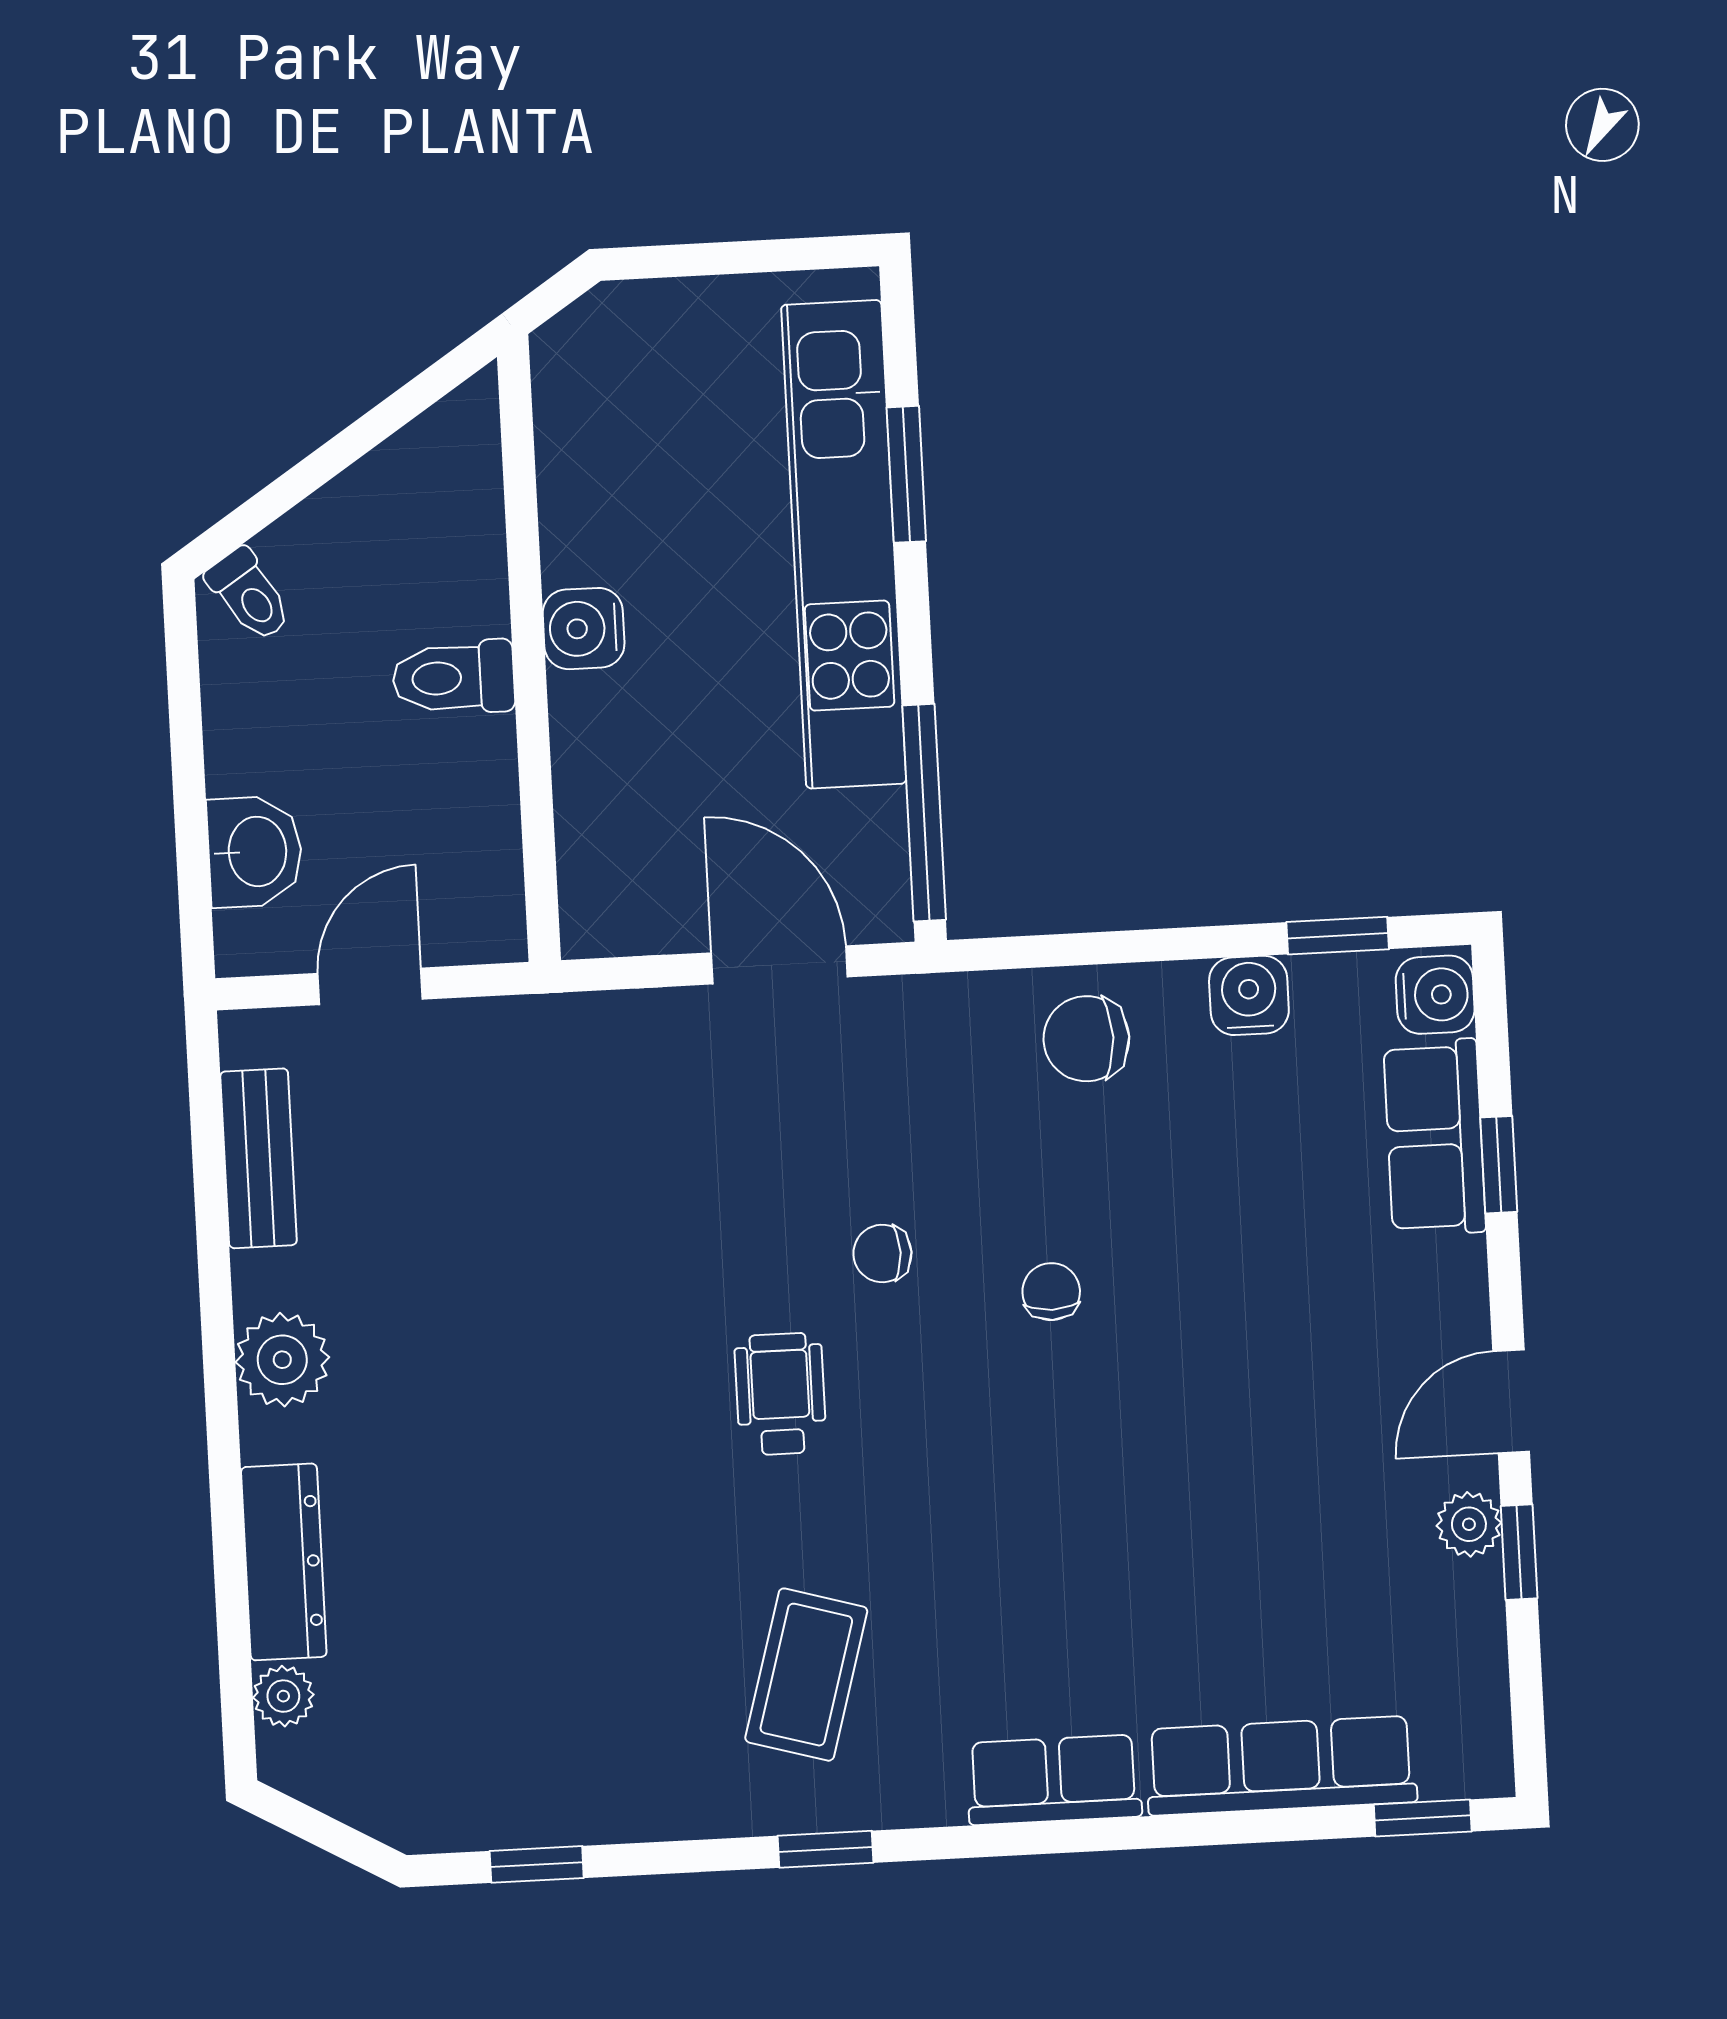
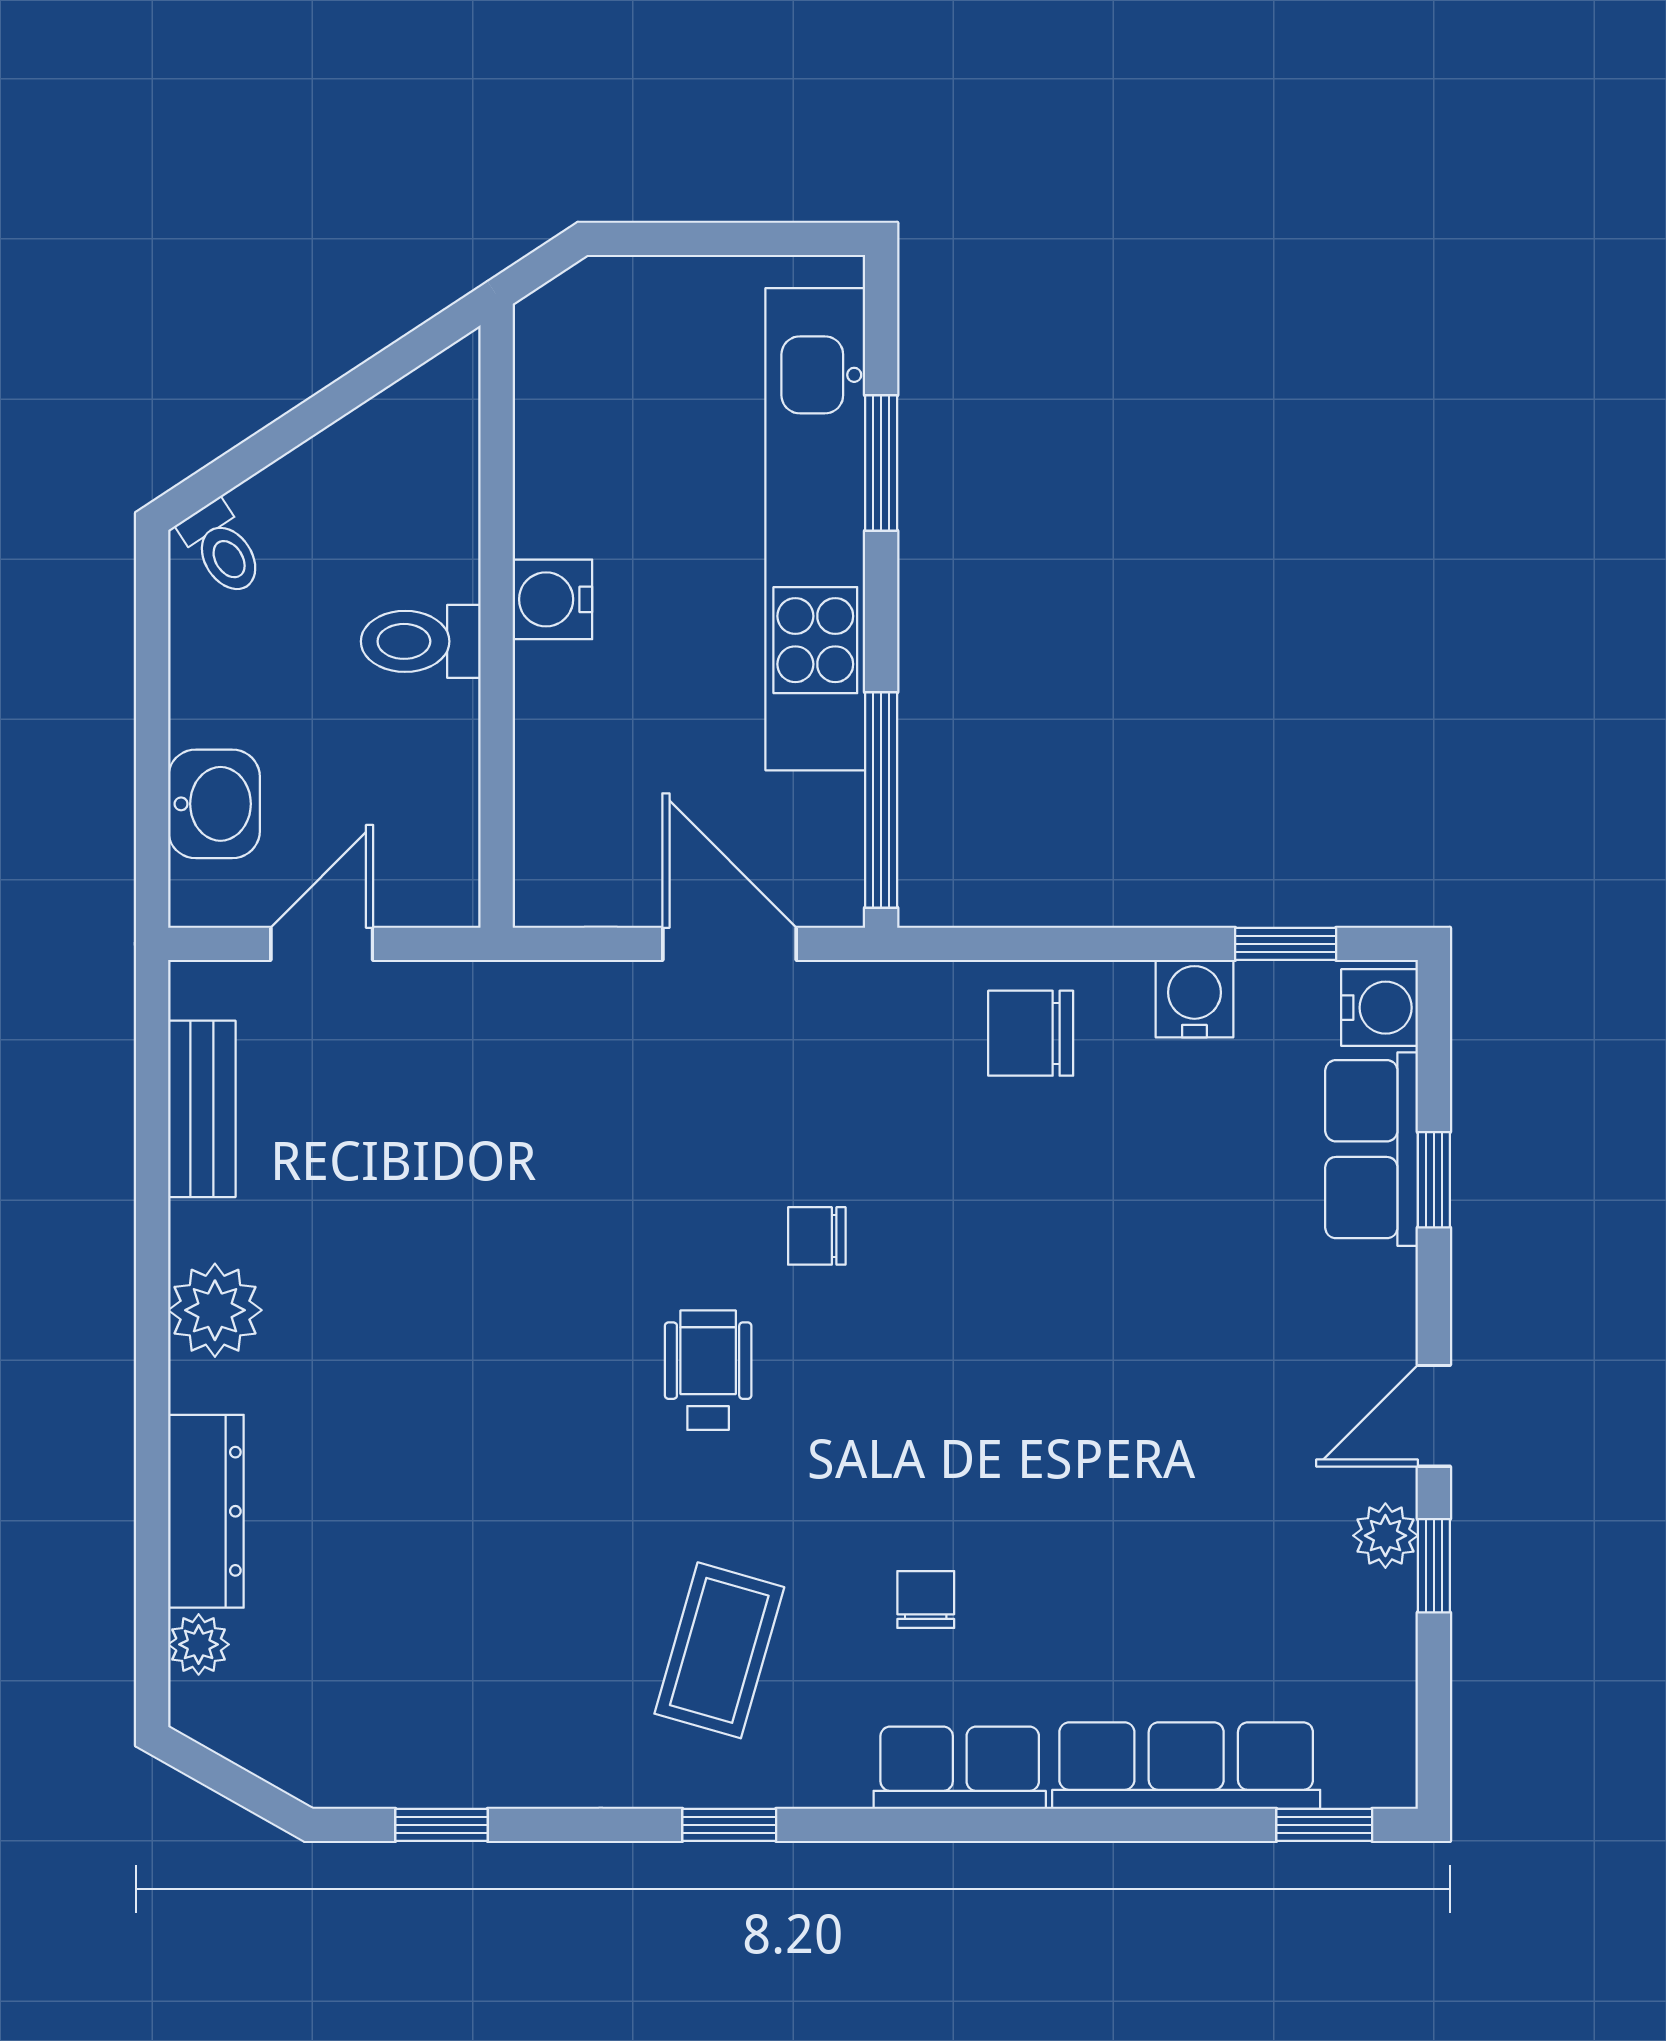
chair: (1051, 1292) -> (926, 1600), moved

